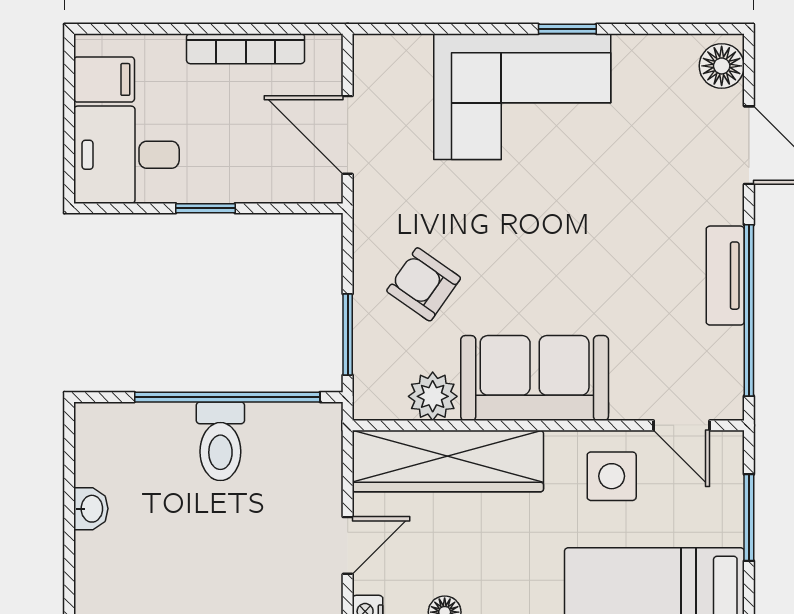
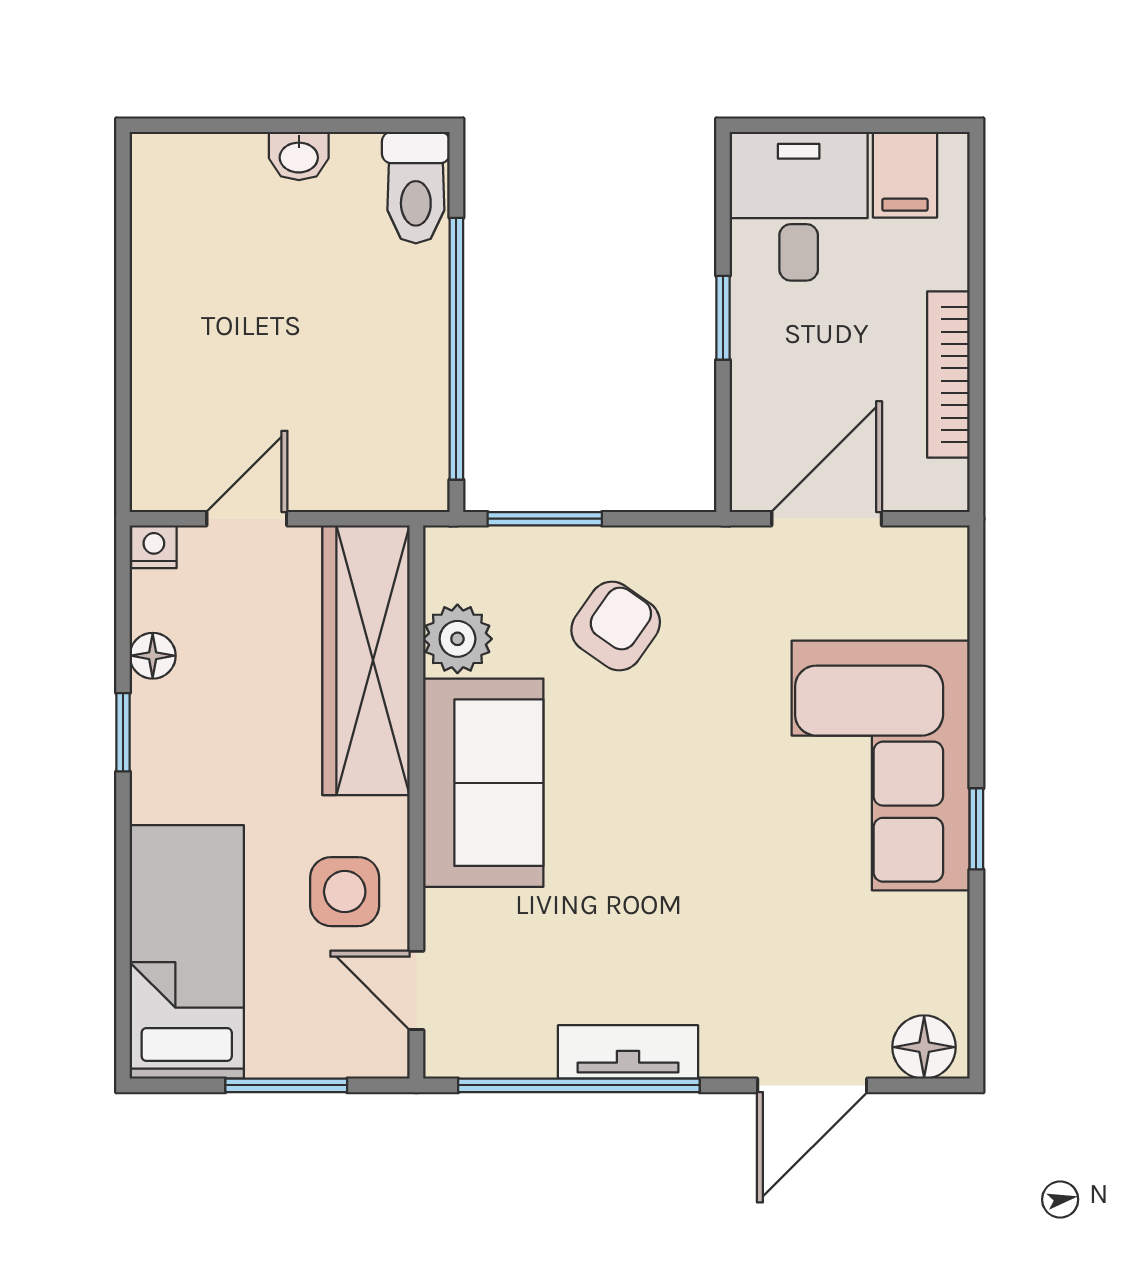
door: (682, 425) -> (416, 990), hinge flipped
toilet: (220, 441) -> (416, 188), moved, turned -90
door: (348, 545) -> (247, 519), swing flipped

